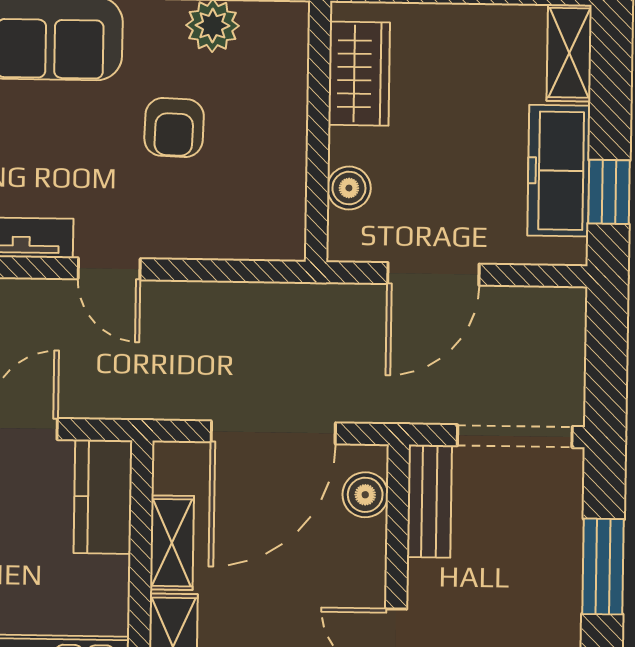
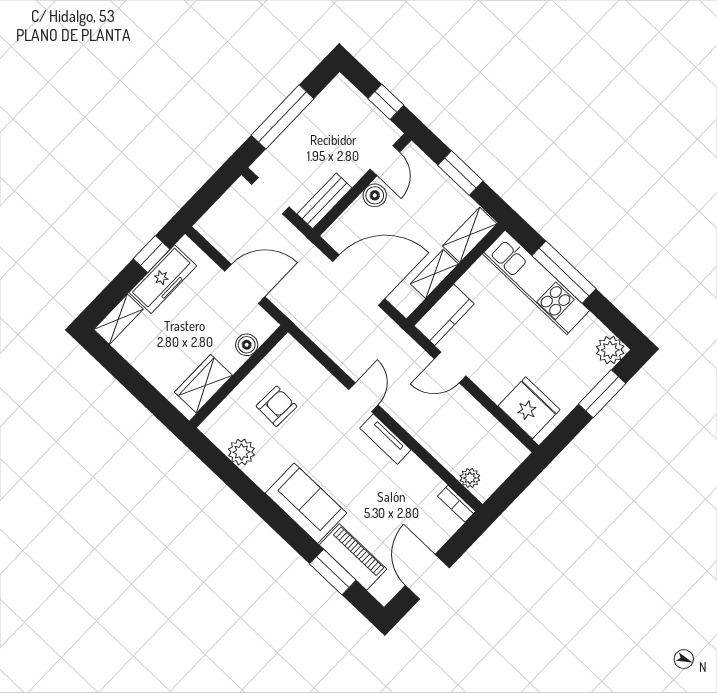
armchair: (174, 128) -> (277, 406), moved
doorway: (515, 436) -> (270, 196), width x0.73
boiler: (365, 495) -> (375, 195), moved
window: (603, 567) -> (282, 117), width x1.44

